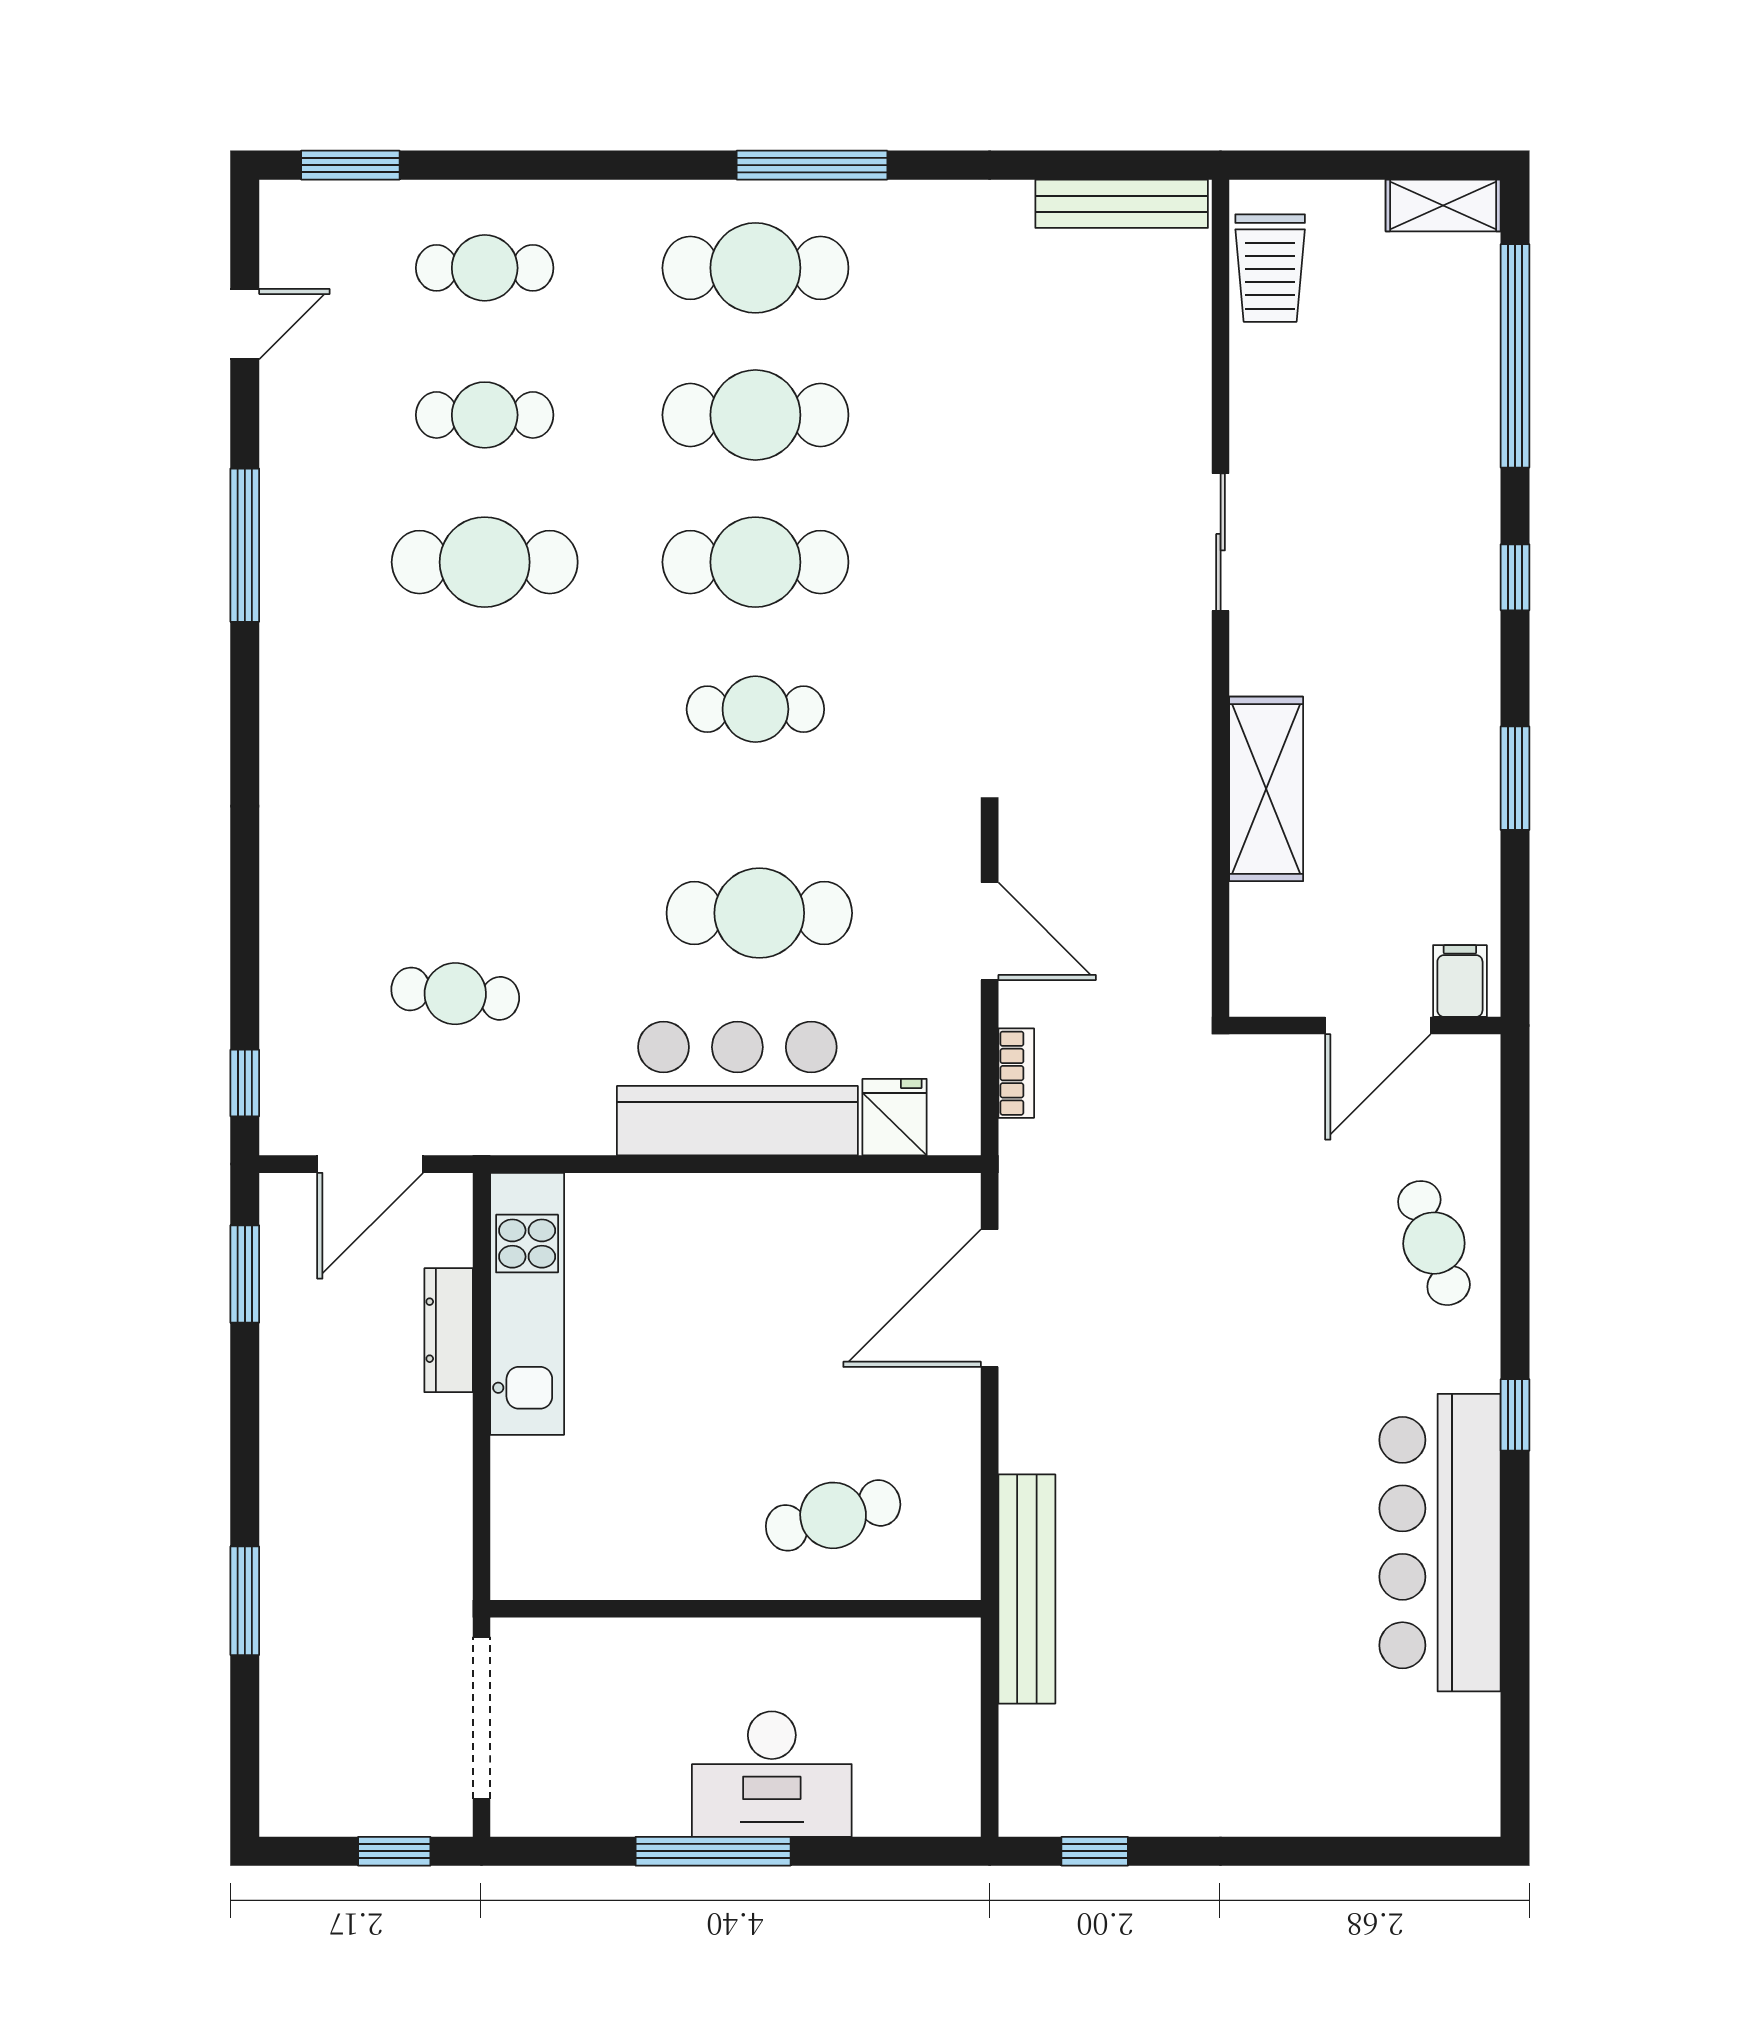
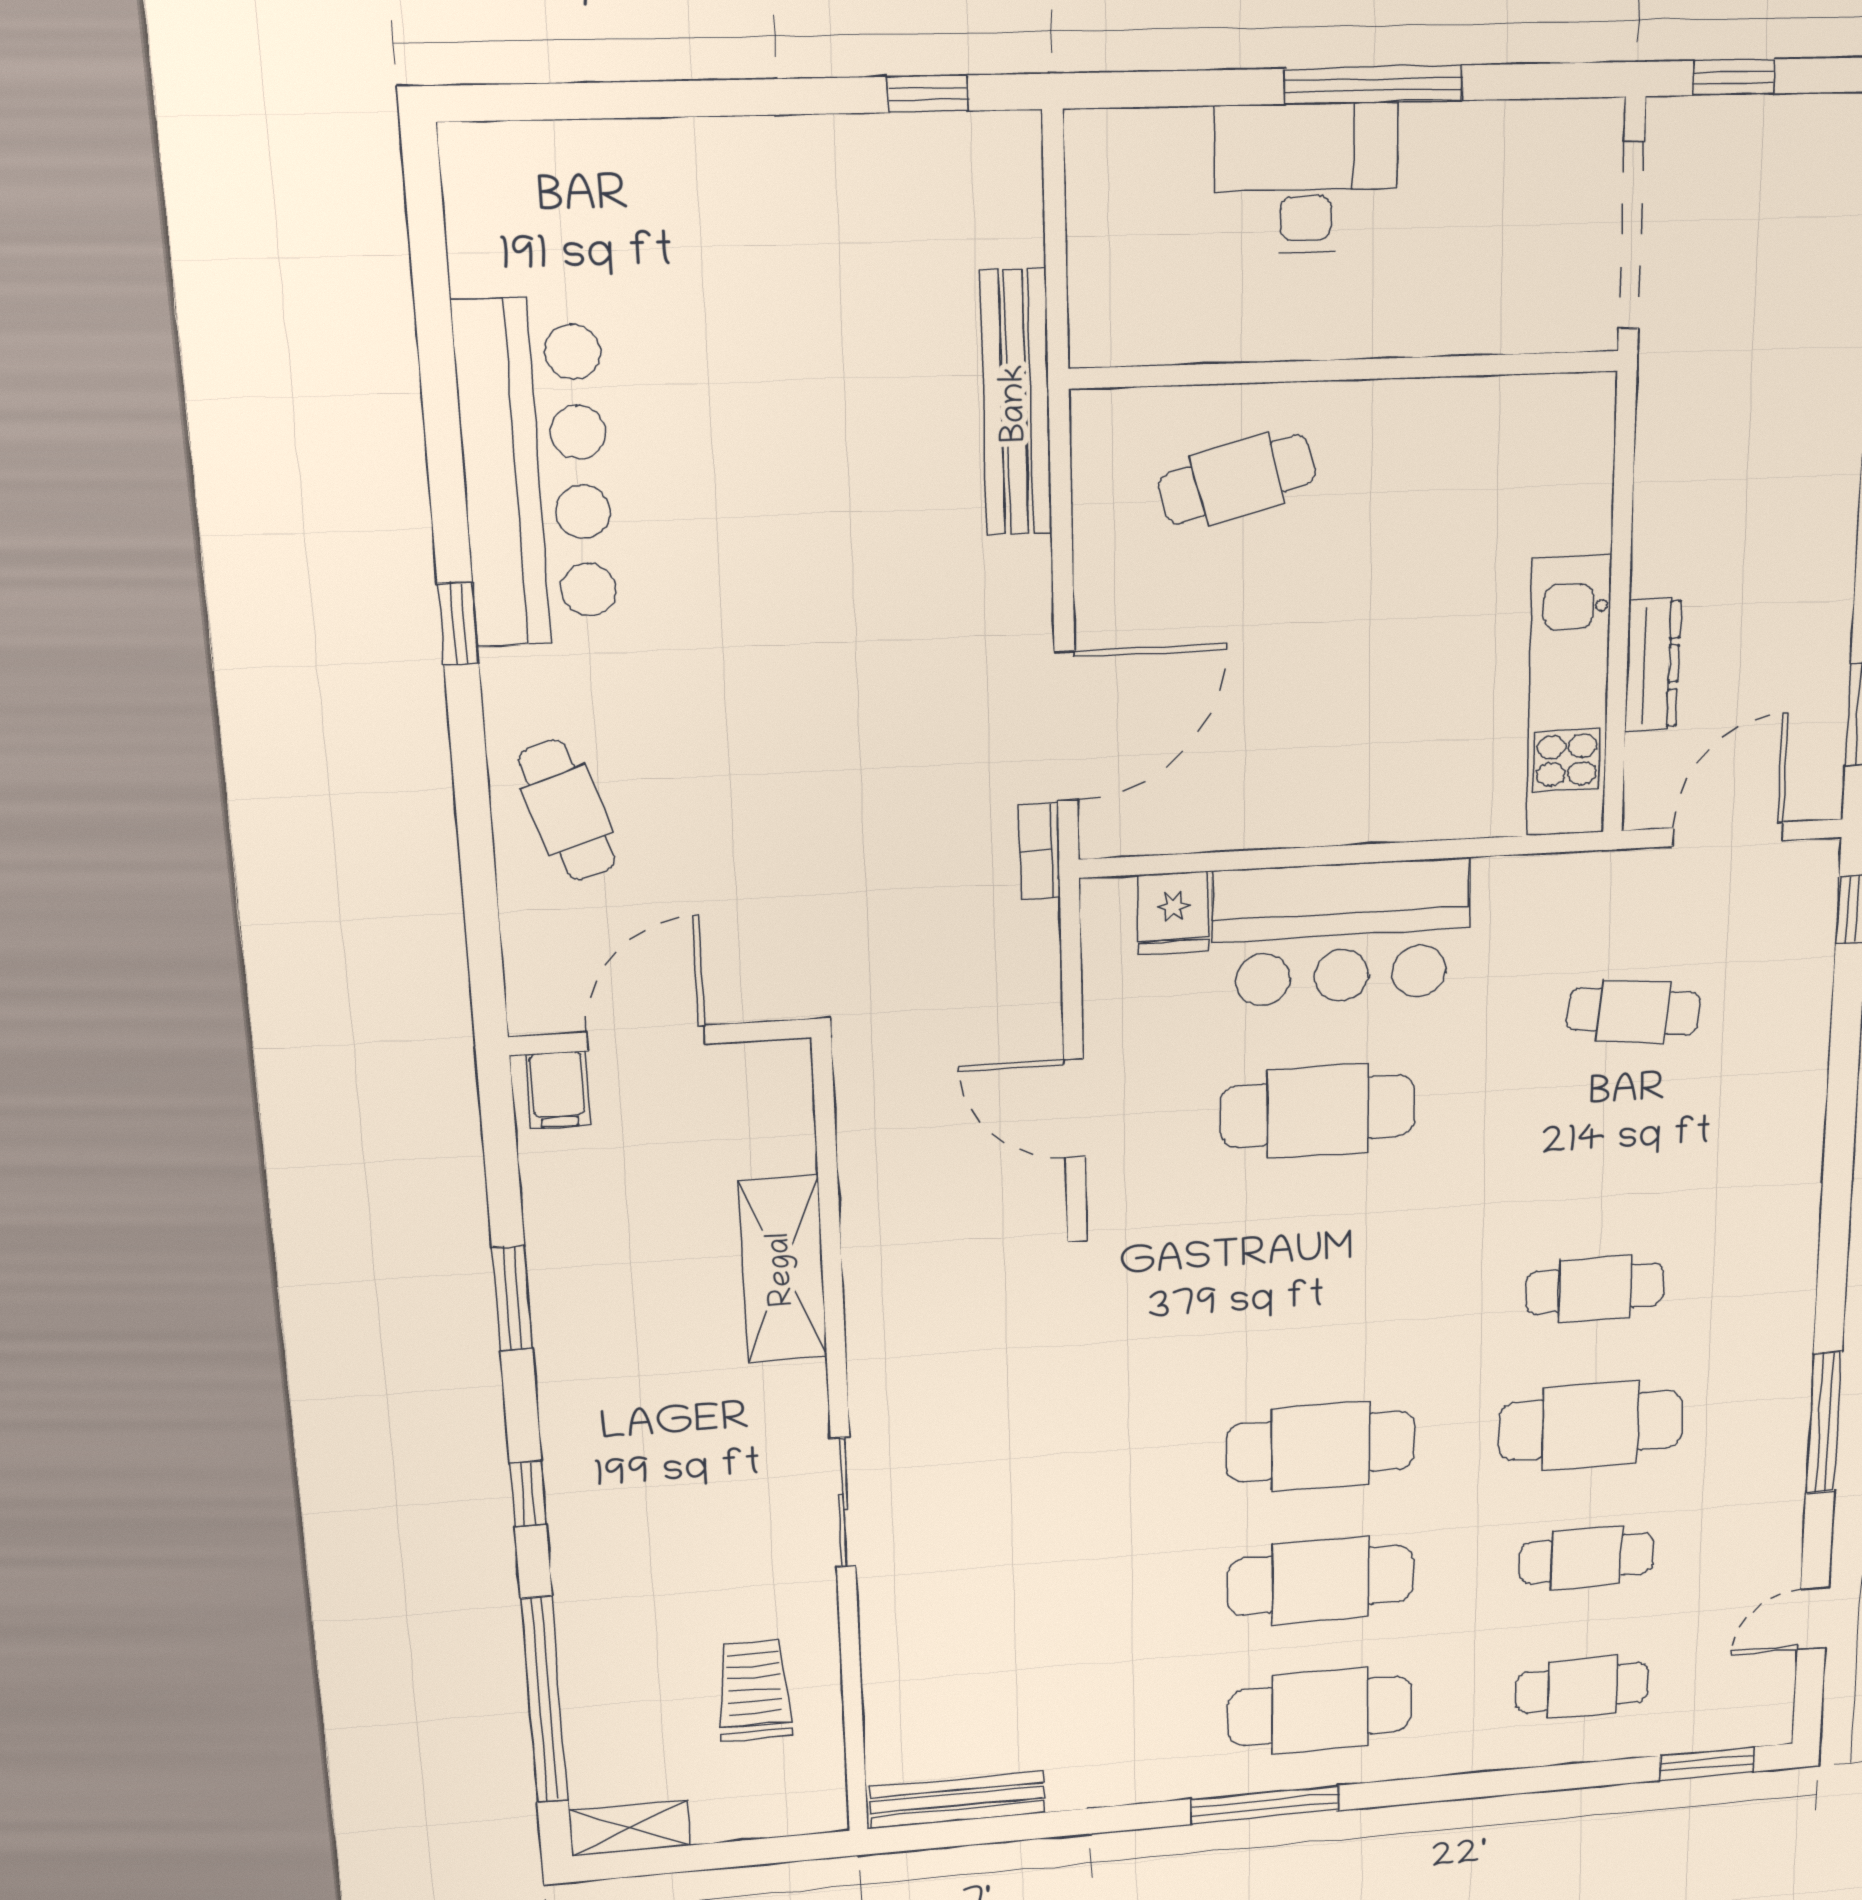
trolley: (1270, 268) -> (754, 1690), moved
cafe table: (755, 709) -> (1595, 1289), moved
bookcase: (1016, 1073) -> (1040, 851), moved

